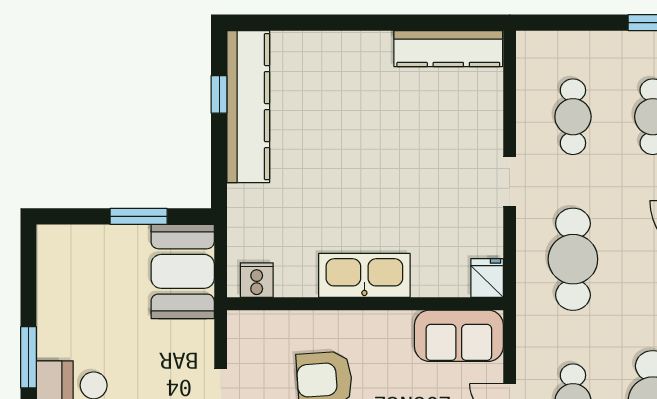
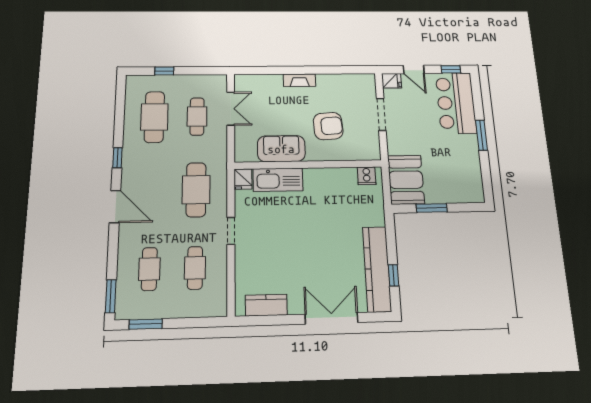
double door: (334, 23) -> (332, 318), added
kitchen counter: (448, 49) -> (266, 305), width x0.67
kitchen sink: (364, 275) -> (278, 180), moved
sofa: (459, 336) -> (281, 149), moved

